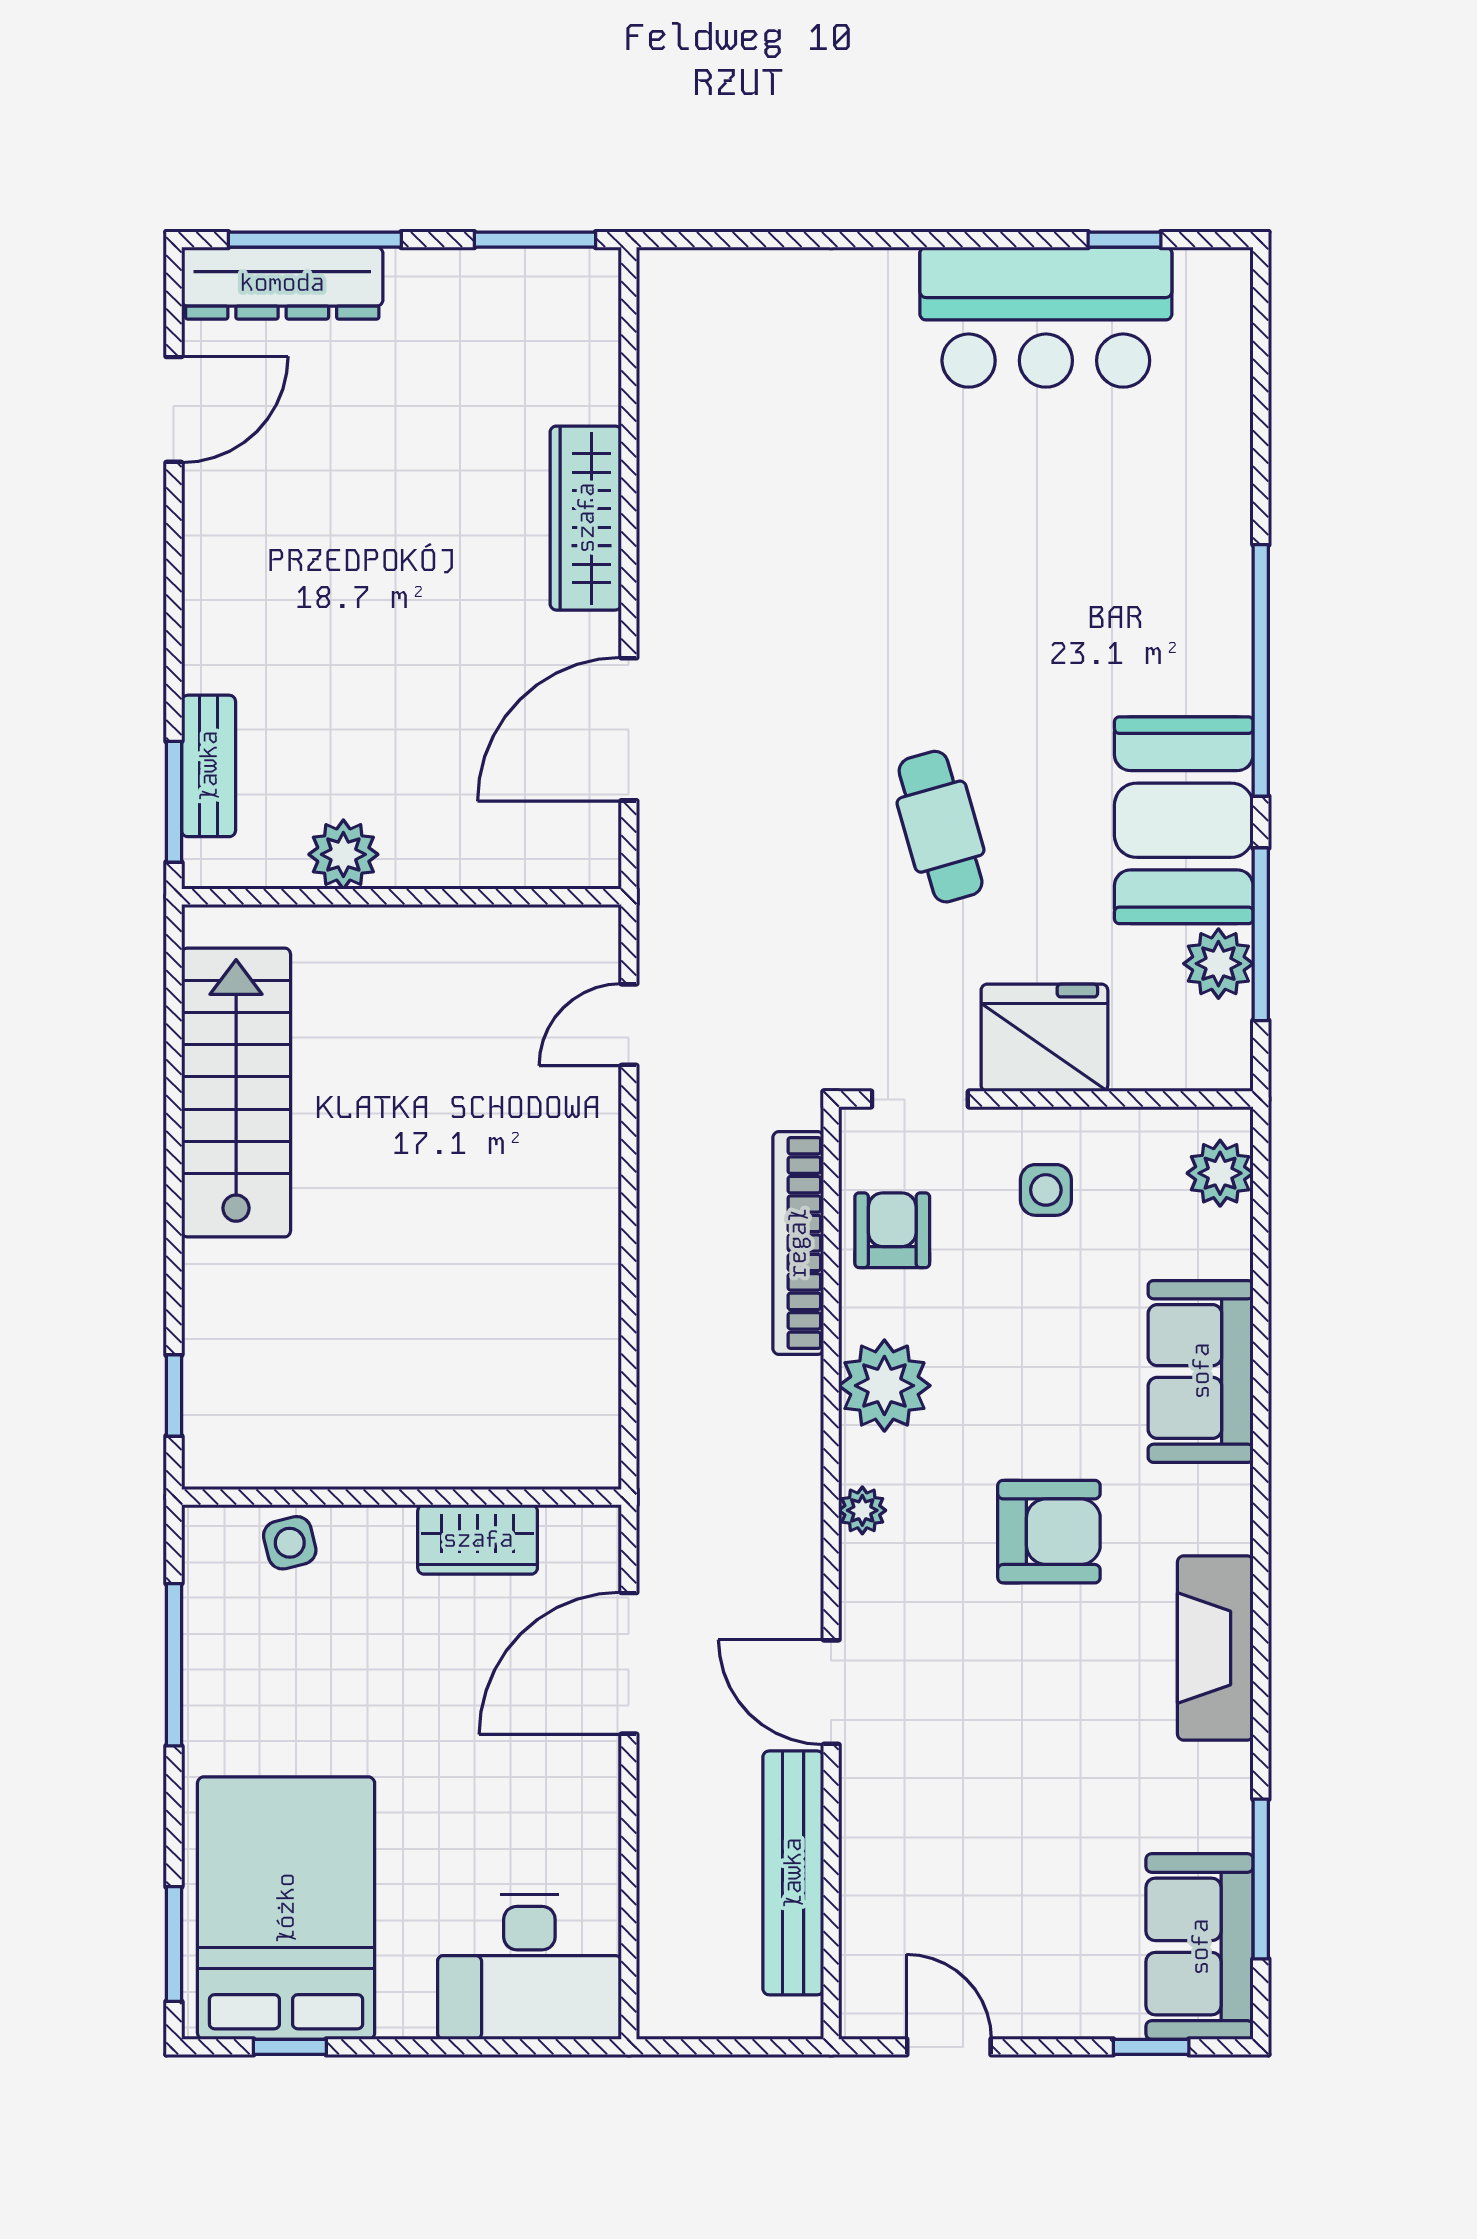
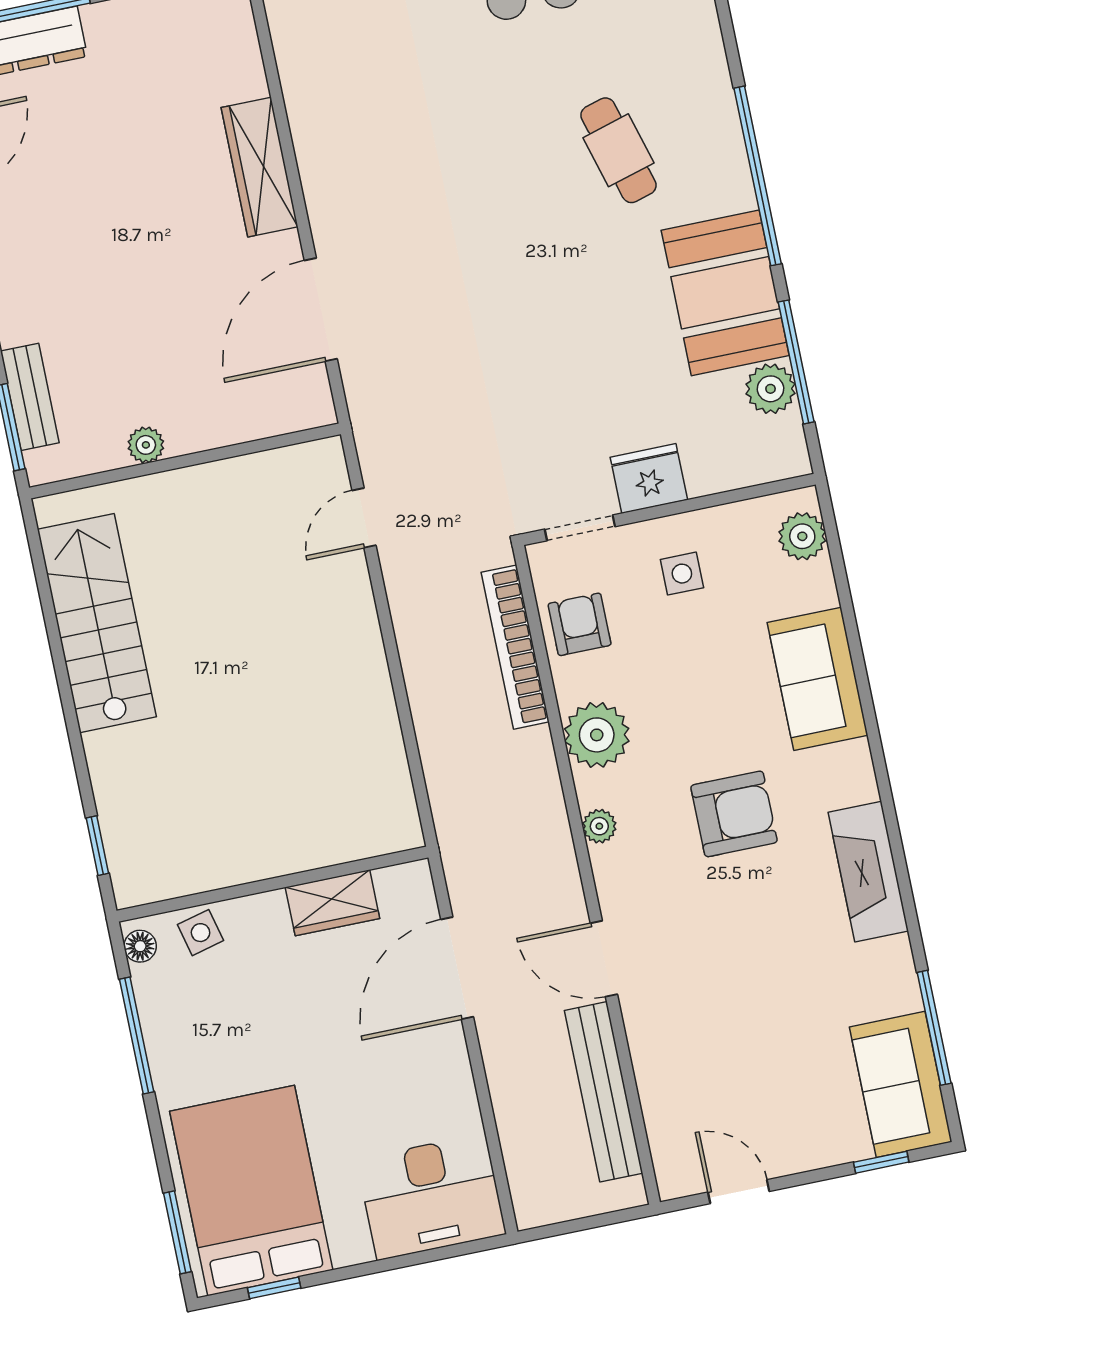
cafe table: (941, 827) -> (618, 150), moved
plant: (343, 854) -> (146, 445), width x0.73, depth x0.73
fridge: (1044, 1038) -> (649, 478), width x0.73, depth x0.75
floor lamp: (204, 1544) -> (140, 946), added

